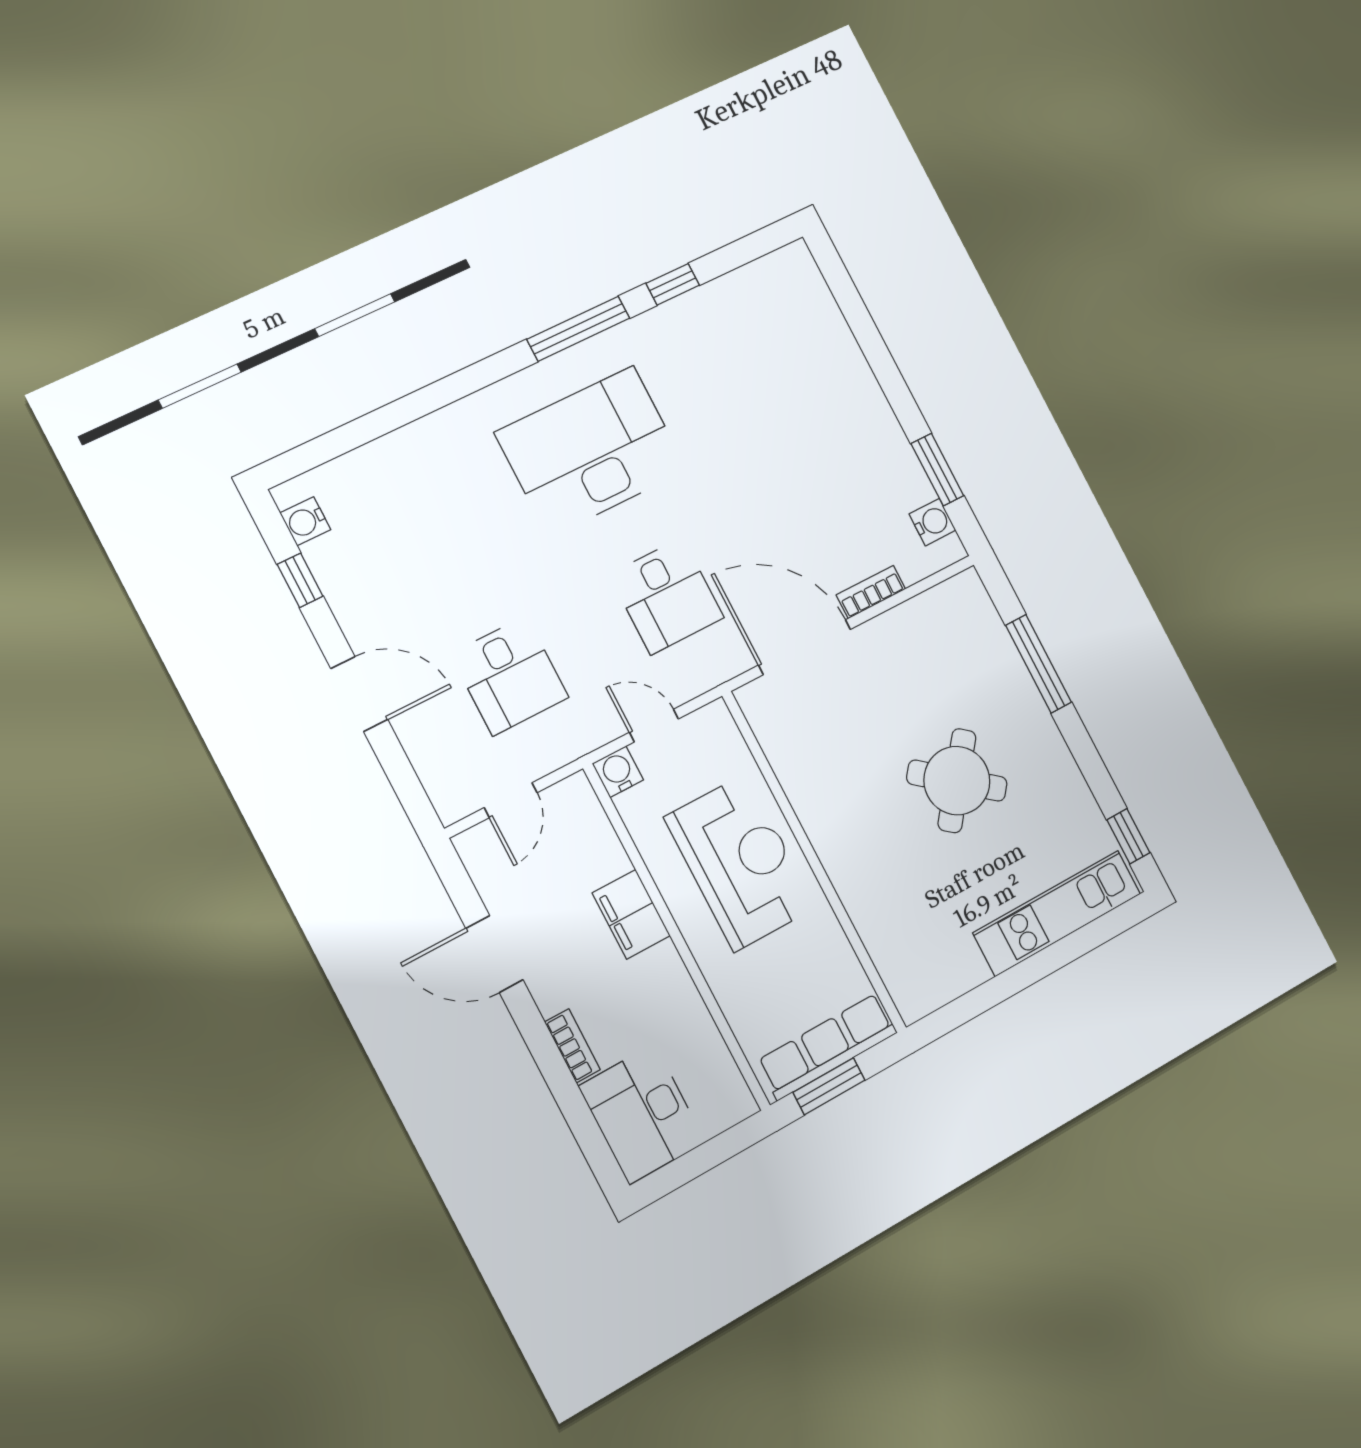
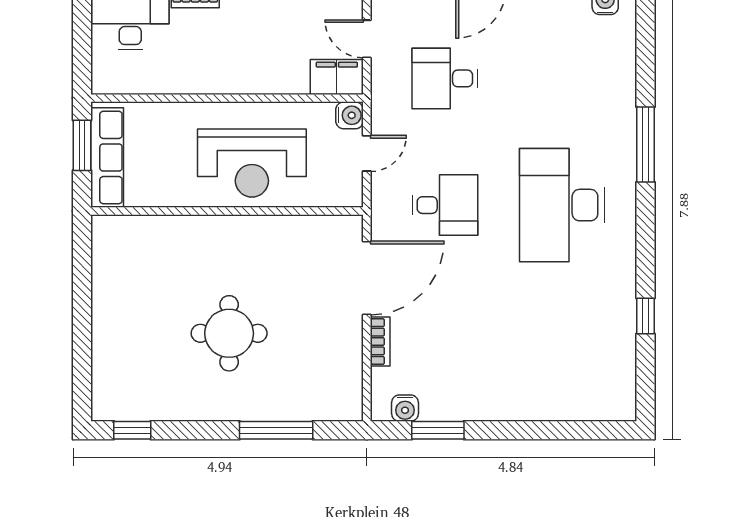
window: (578, 329) -> (646, 144), moved
desk: (591, 451) -> (562, 205), turned 180
desk: (667, 596) -> (445, 205), turned 180
round table: (957, 781) -> (229, 333), turned -38
kitchen unit: (1057, 913) -> (109, 354), removed
filing cabinet: (631, 914) -> (337, 77), moved

